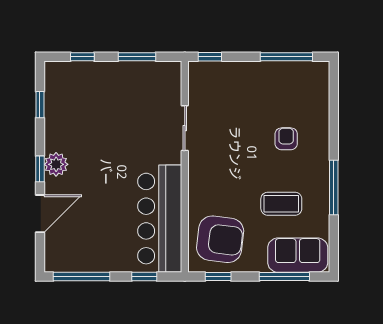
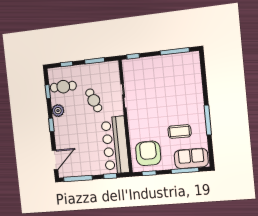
cafe table: (71, 99) -> (63, 87), added
cafe table: (128, 131) -> (94, 100), added
armchair: (286, 139) -> (179, 96), removed
plant: (56, 164) -> (58, 111), moved
door: (40, 214) -> (55, 160), moved
armchair: (220, 239) -> (148, 153), turned -97

